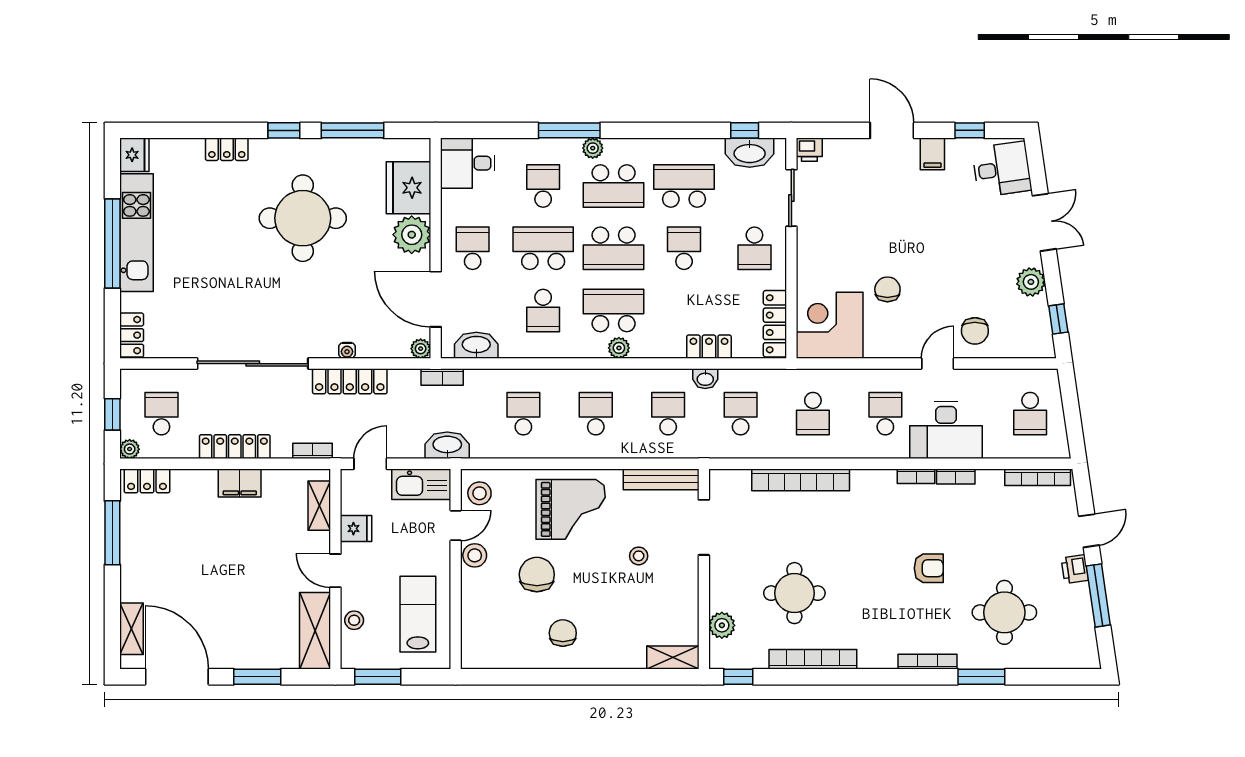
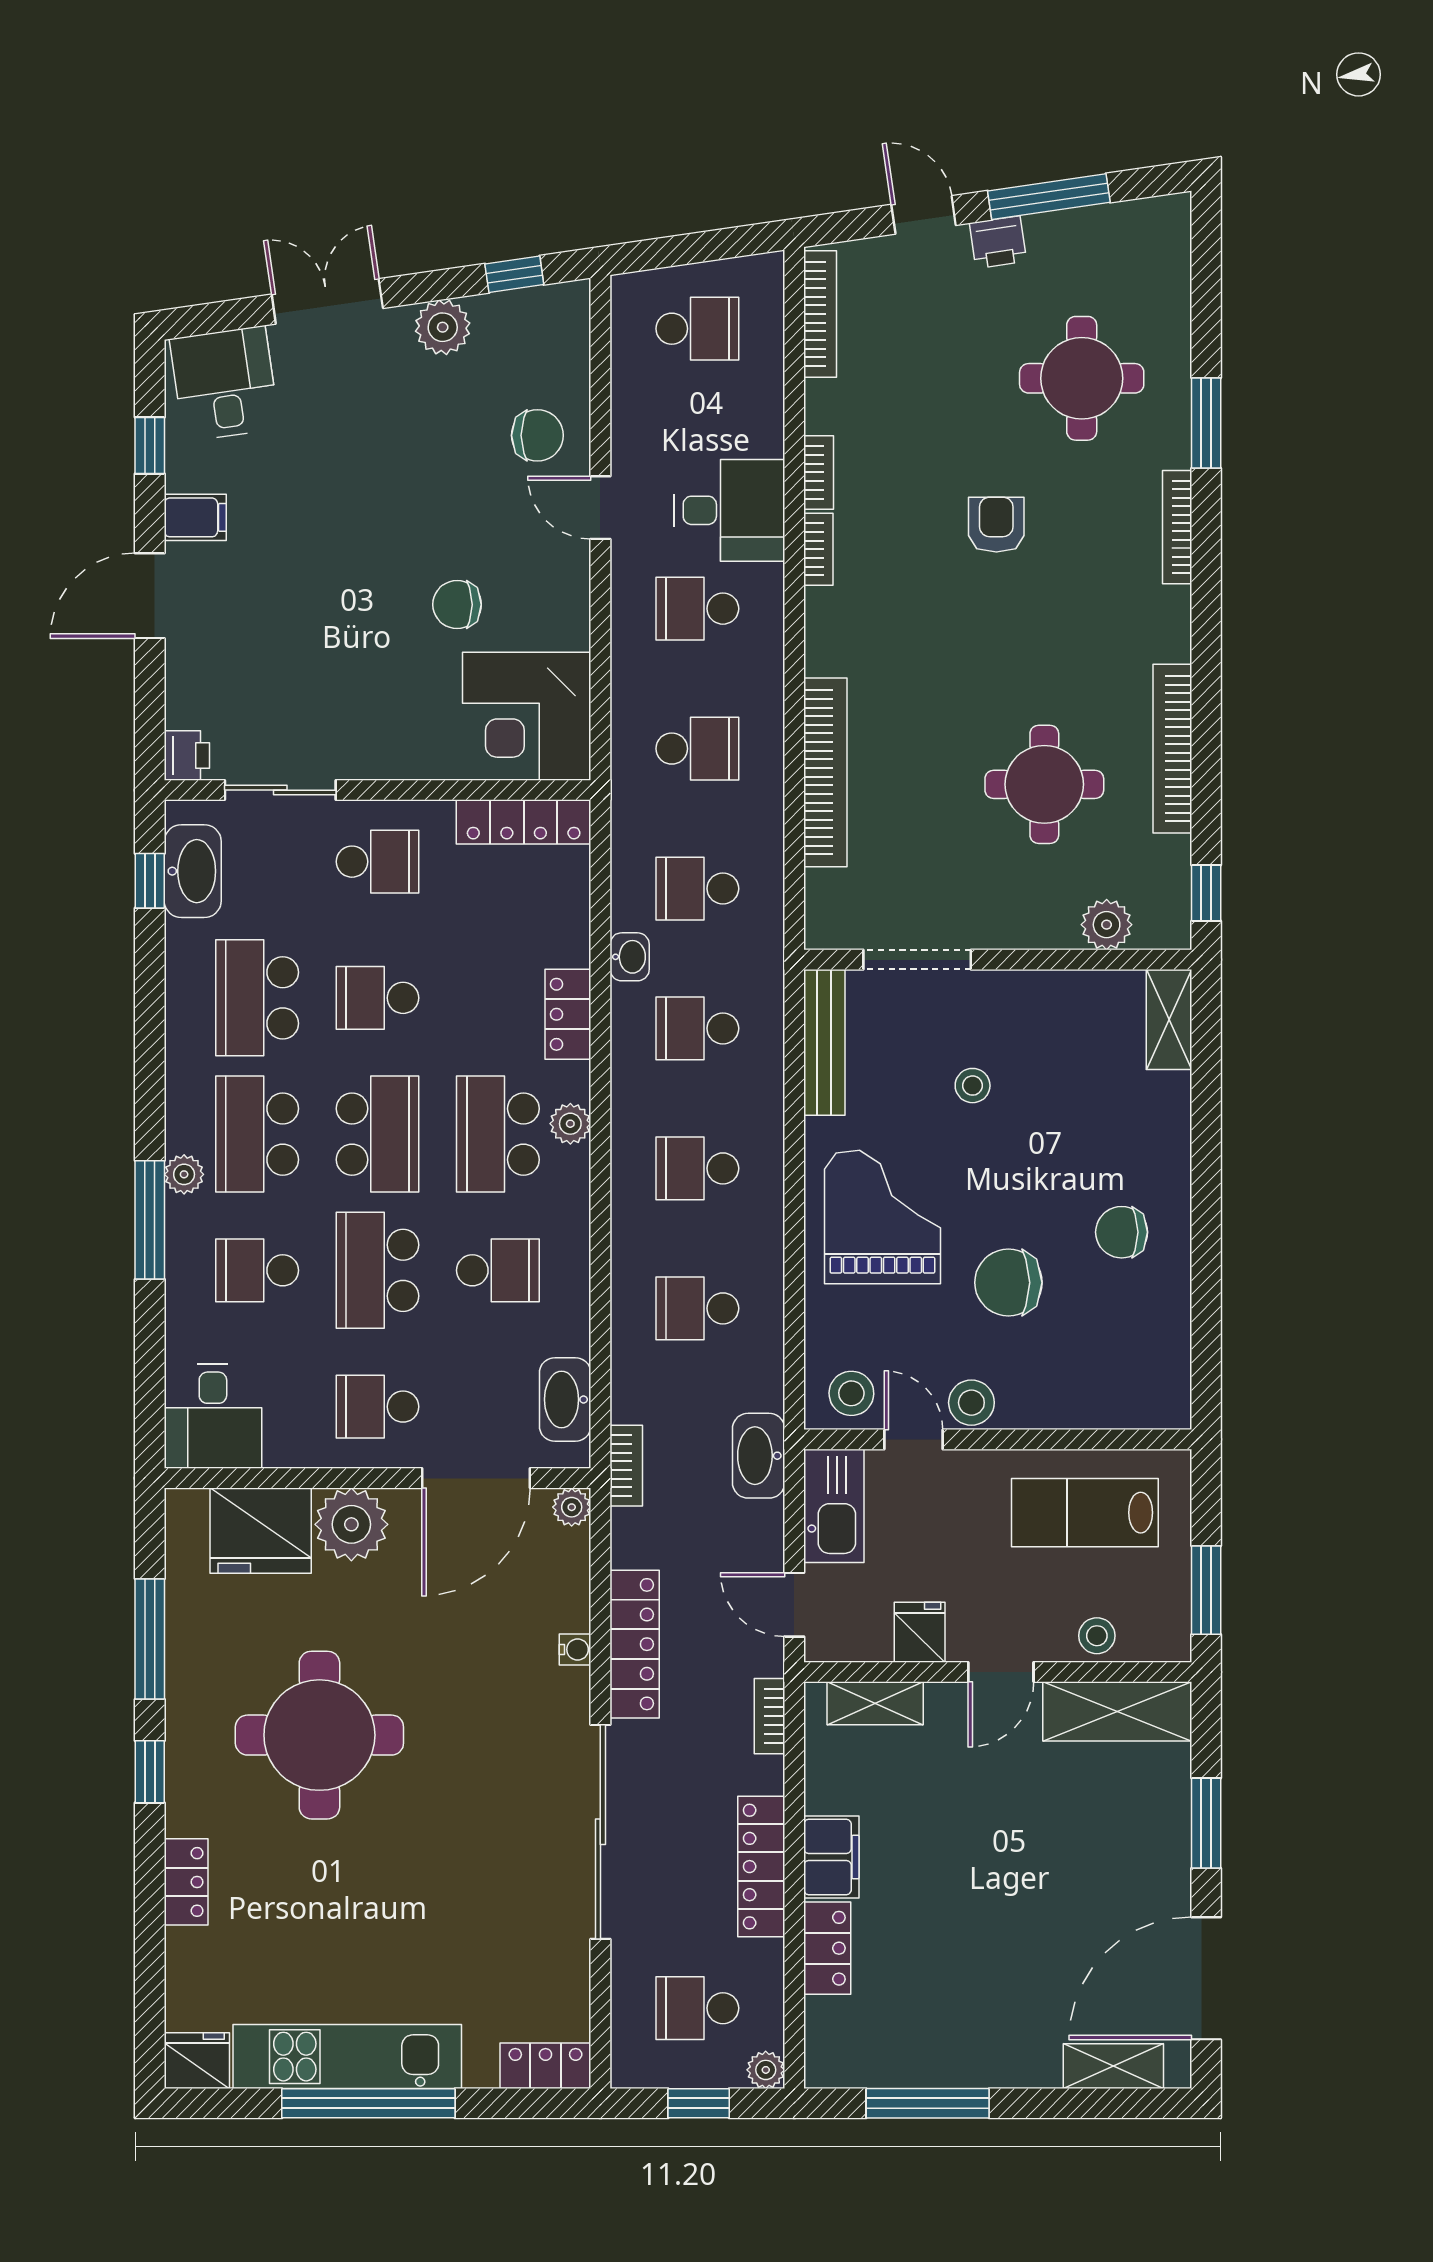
school desk: (614, 186) -> (257, 1134), turned 180
locker: (709, 347) -> (568, 1014), moved
desk: (946, 430) -> (730, 510), width x0.73
locker: (147, 481) -> (827, 1948), moved

